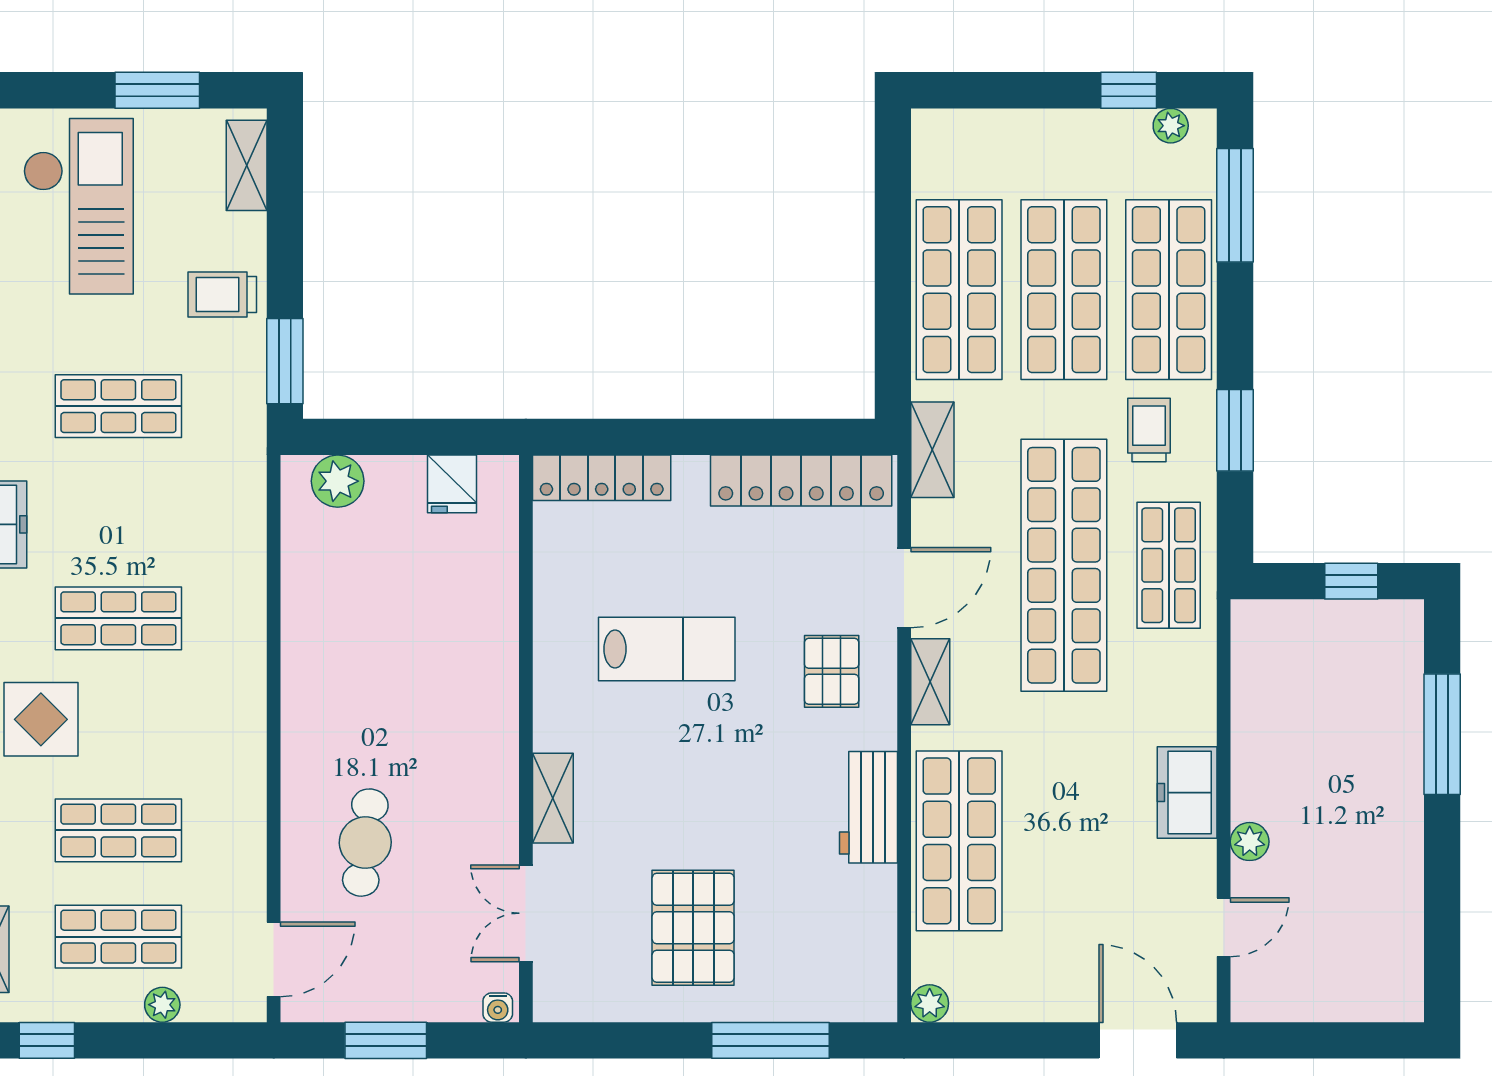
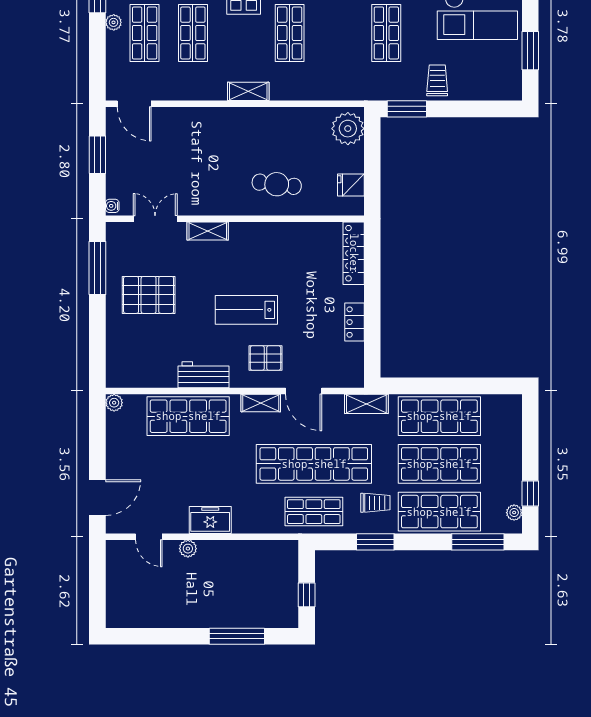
shelving: (247, 165) -> (248, 91), moved
plant: (338, 481) -> (348, 129), width x1.36, depth x1.36
locker: (801, 481) -> (354, 322), width x0.46, depth x0.83
lab bench: (667, 649) -> (246, 310), moved, turned 90
cafe table: (365, 843) -> (277, 184), moved
plant: (162, 1005) -> (114, 22), moved
window: (771, 1040) -> (97, 268), moved

